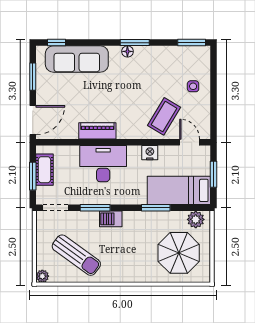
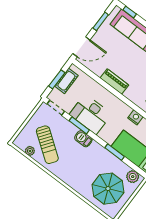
desk: (103, 164) -> (90, 114), moved, turned 180
plant: (42, 276) -> (30, 151), moved

